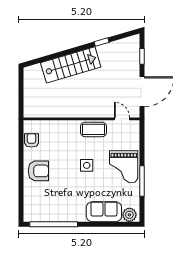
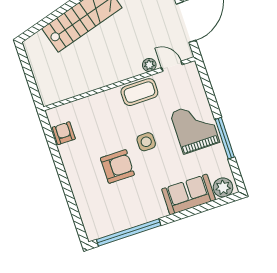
plant: (107, 113) -> (149, 65), added
grand piano: (124, 167) -> (195, 128), turned 180
armchair: (38, 171) -> (117, 166), moved

